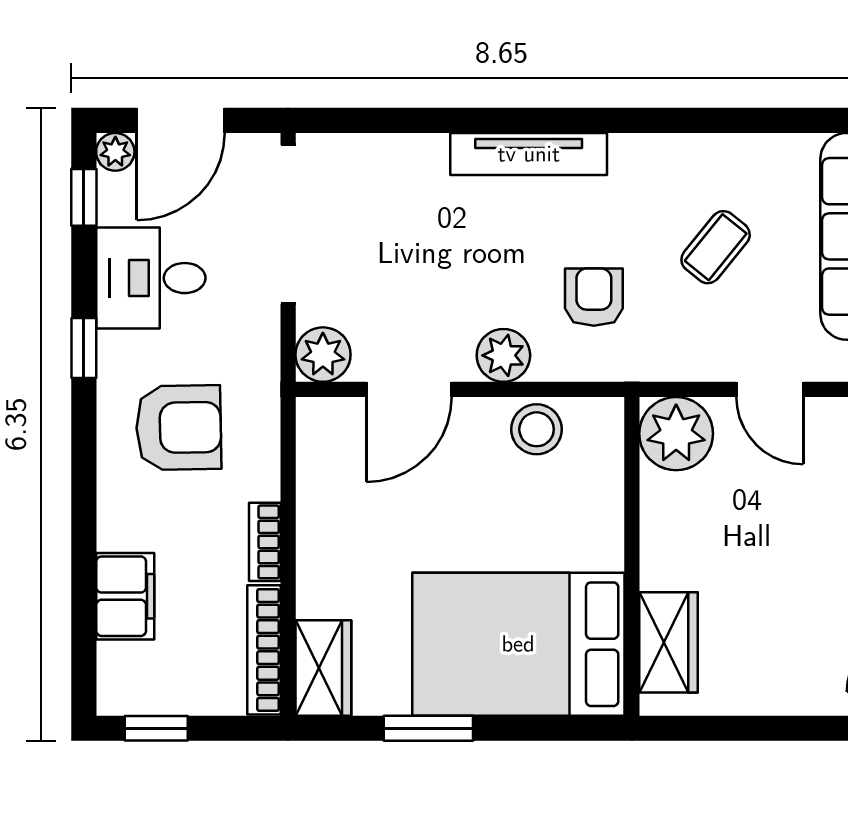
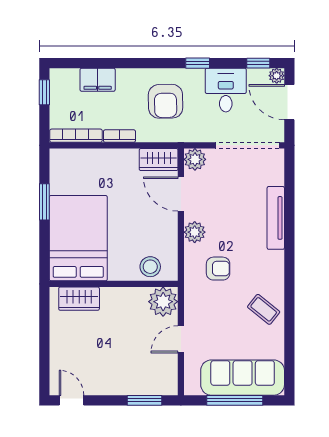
tv unit: (529, 154) -> (276, 218), moved
coffee table: (716, 247) -> (264, 309), moved
stool: (537, 429) -> (150, 267), moved
wardrobe: (323, 668) -> (159, 160), moved

